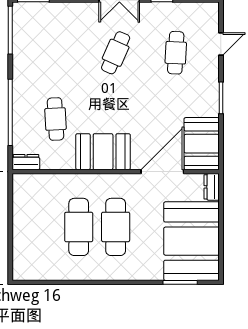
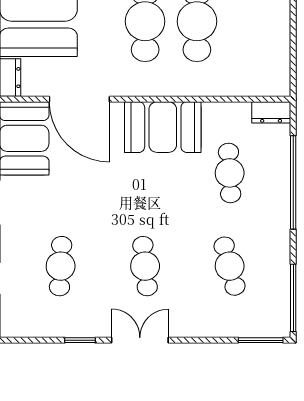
cafe table: (56, 53) -> (230, 266), added
cafe table: (116, 53) -> (145, 266), turned -30
door: (162, 172) -> (79, 99), hinge flipped

